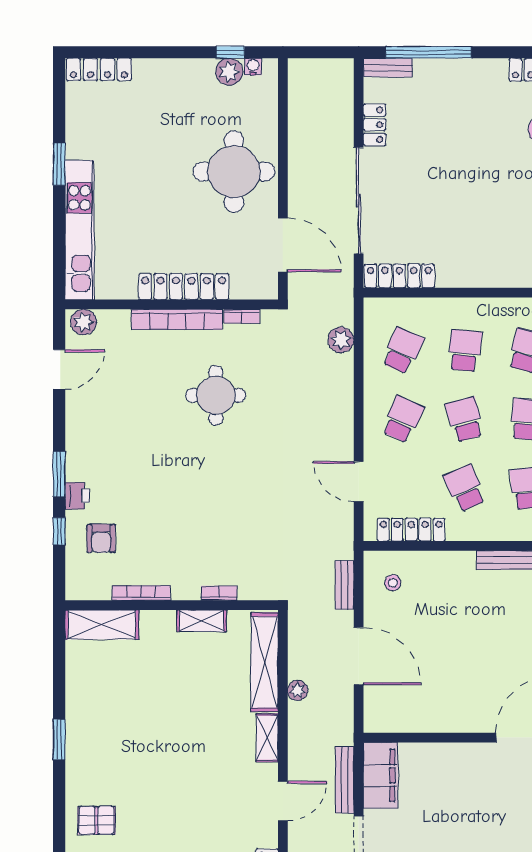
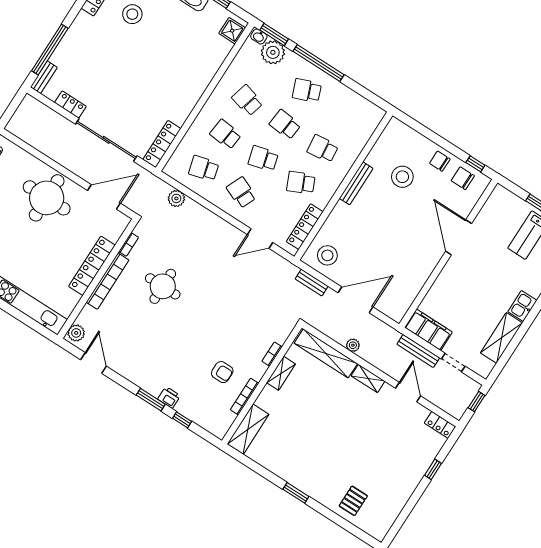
school desk: (403, 350) -> (204, 168), turned -39
armchair: (101, 538) -> (222, 372), moved
stool: (393, 583) -> (327, 255), width x1.89, depth x1.89

